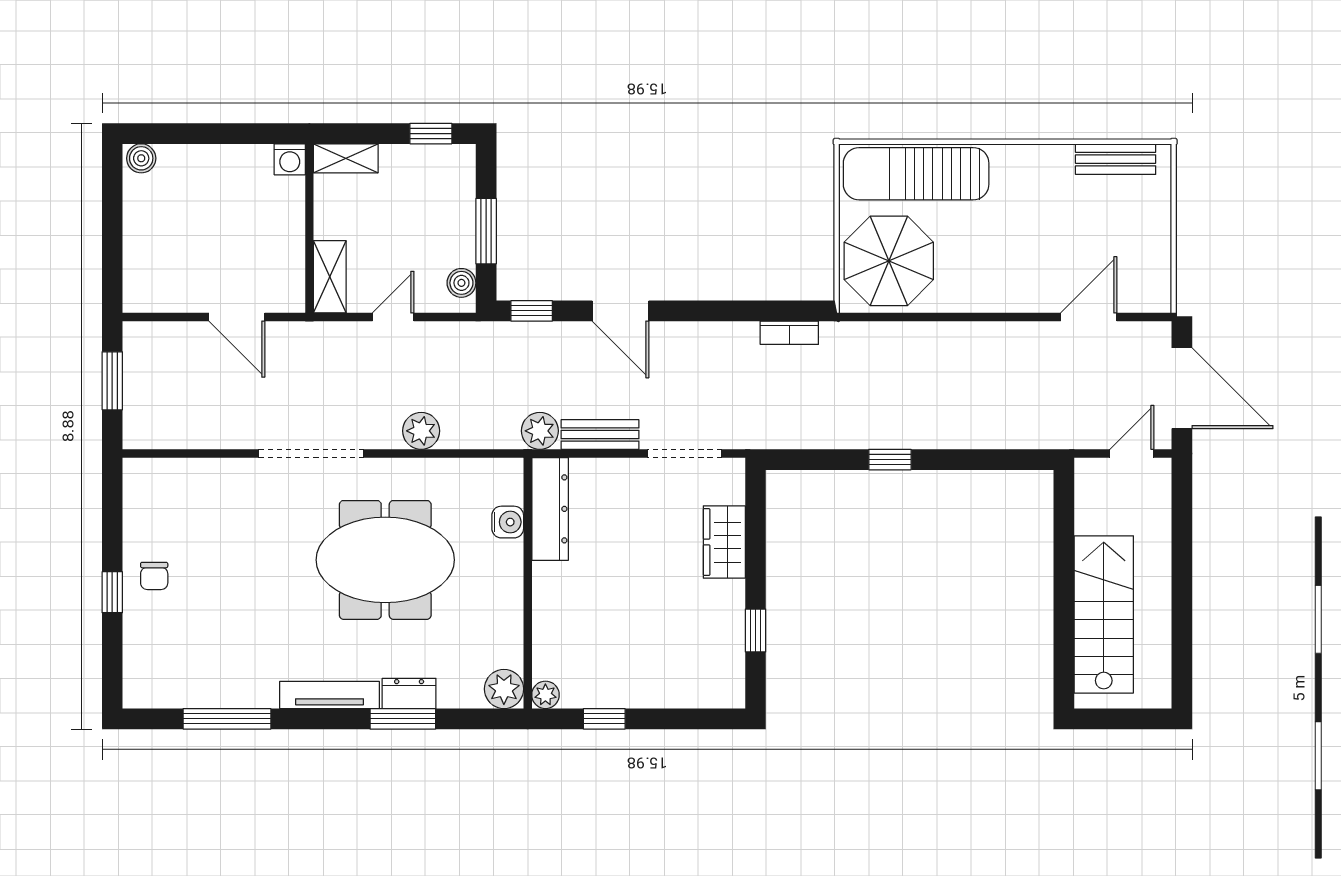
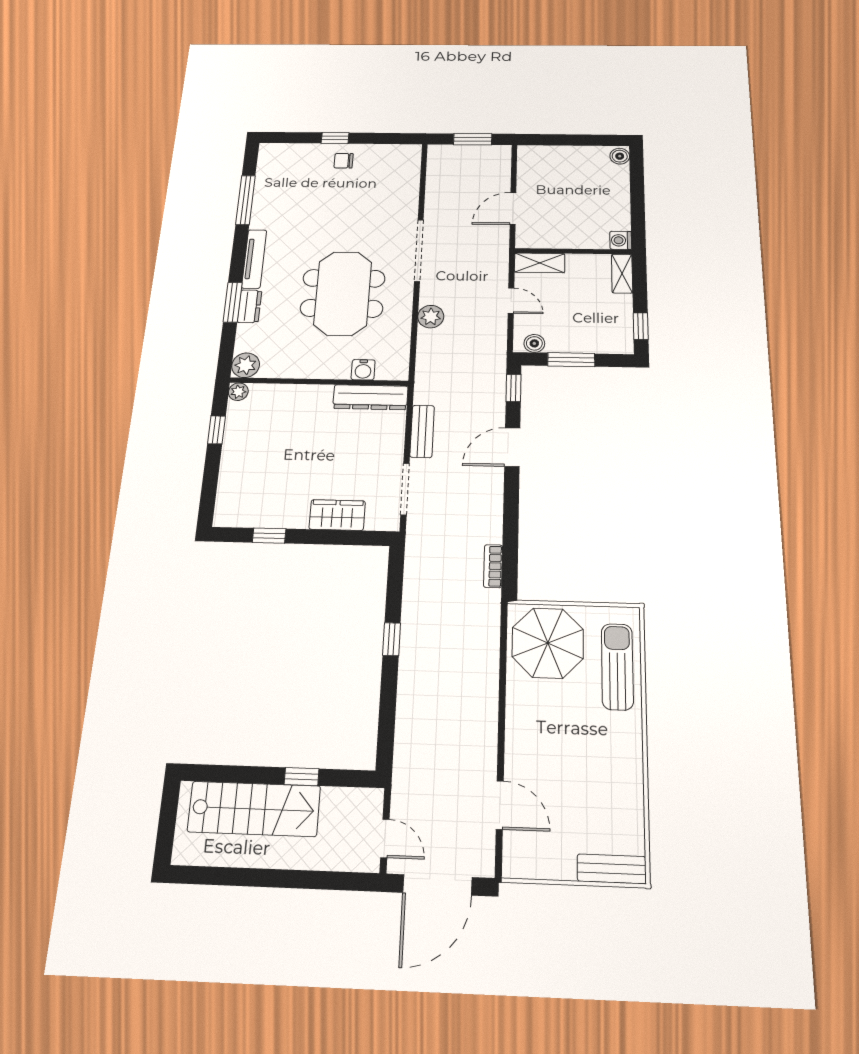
bench: (1116, 159) -> (612, 869), moved, turned 90
sun lounger: (916, 174) -> (617, 667), width x0.73, depth x0.75
plant: (540, 431) -> (427, 392), removed
window: (1064, 560) -> (302, 777), added

